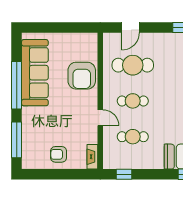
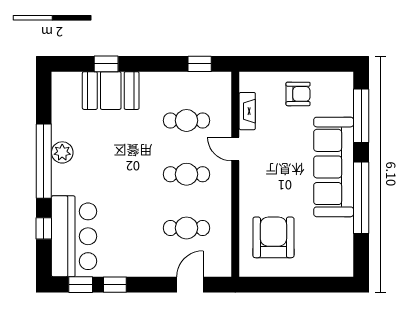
cafe table: (133, 65) -> (187, 228), width x0.73, depth x0.74
sofa: (35, 73) -> (334, 167), moved
armchair: (82, 76) -> (273, 237), moved
fireplace: (92, 157) -> (247, 111), moved

